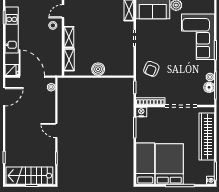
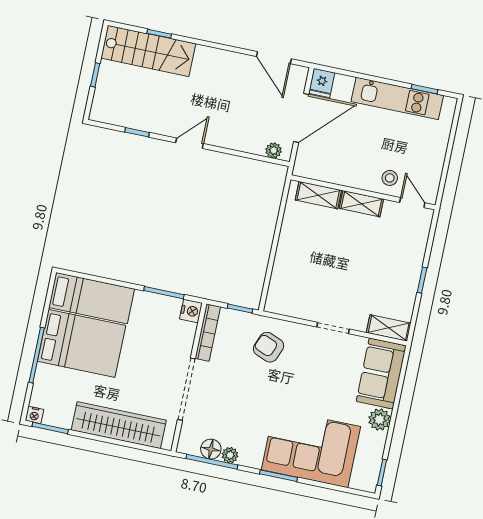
boiler: (98, 69) -> (289, 246), removed
stairs: (29, 176) -> (148, 51), moved, turned 90

